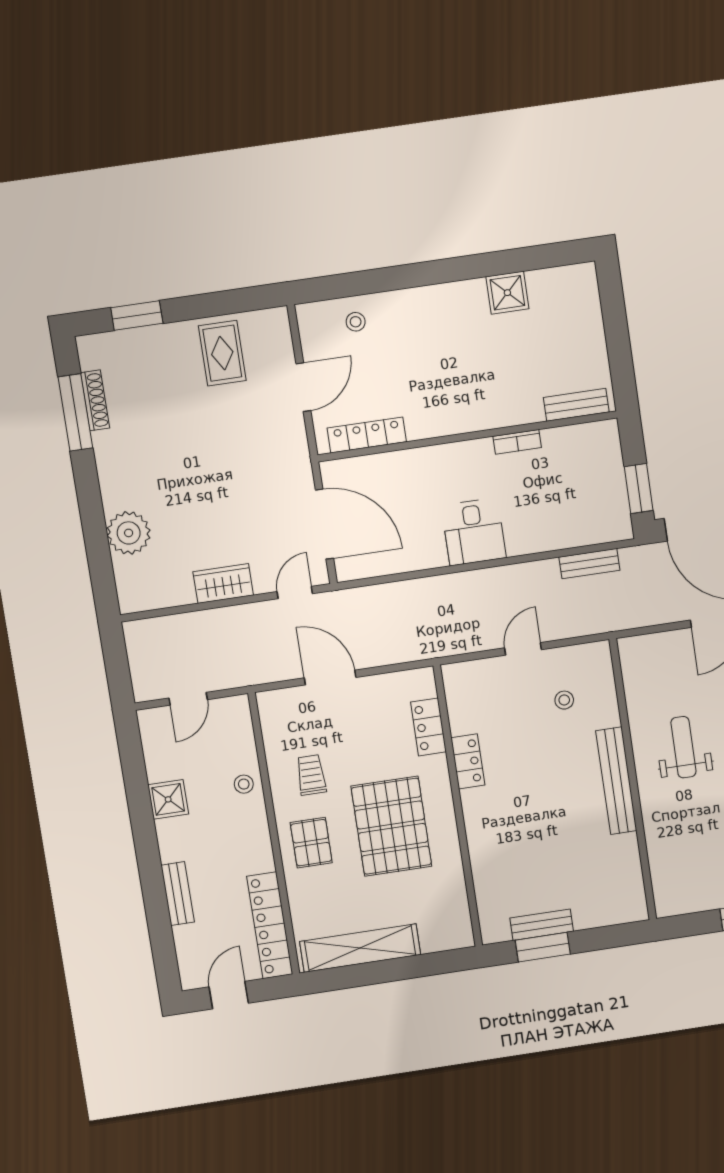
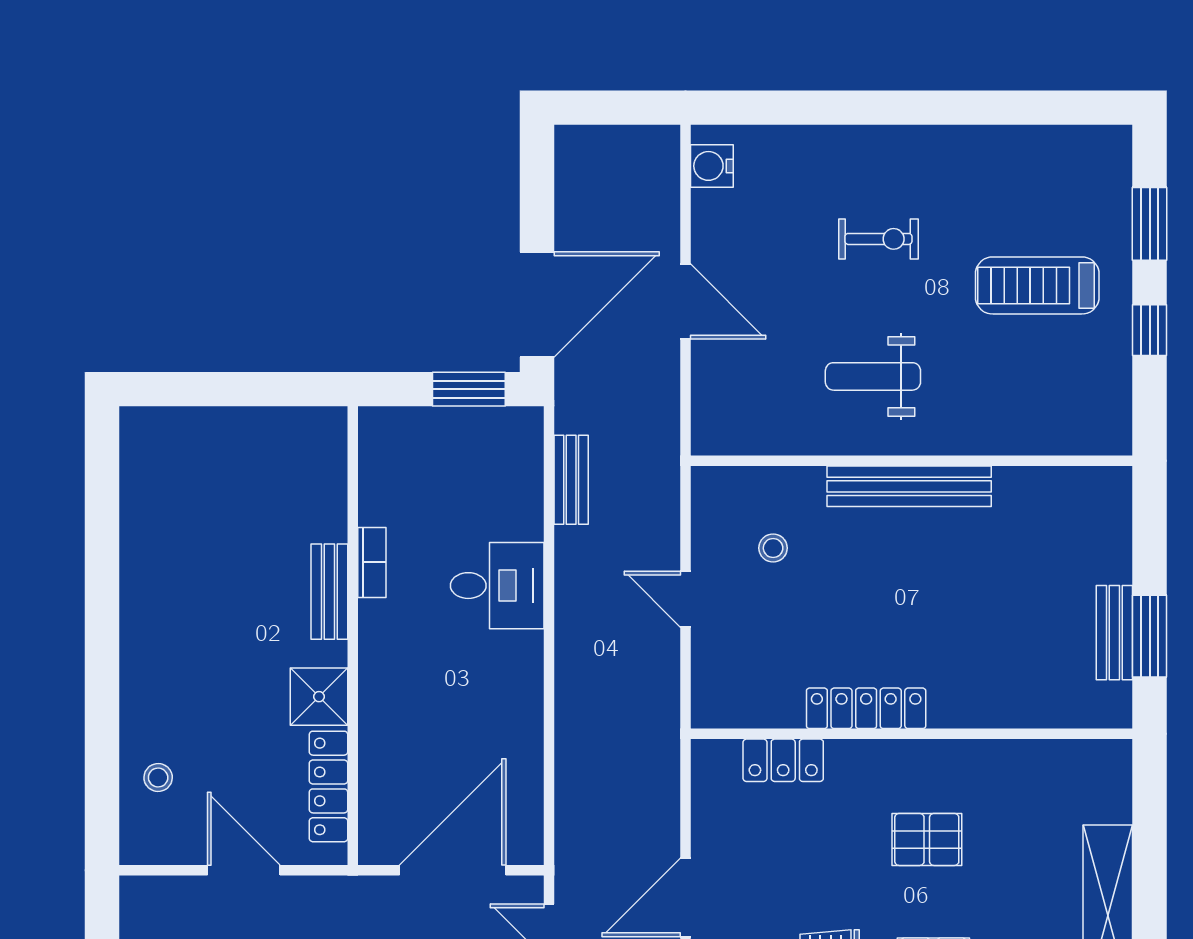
shower: (507, 293) -> (319, 697), moved
bench: (576, 405) -> (329, 592), moved
desk: (474, 532) -> (497, 586), moved
locker: (468, 761) -> (866, 708), width x1.53
pallet: (391, 826) -> (927, 839), width x0.49, depth x0.50

